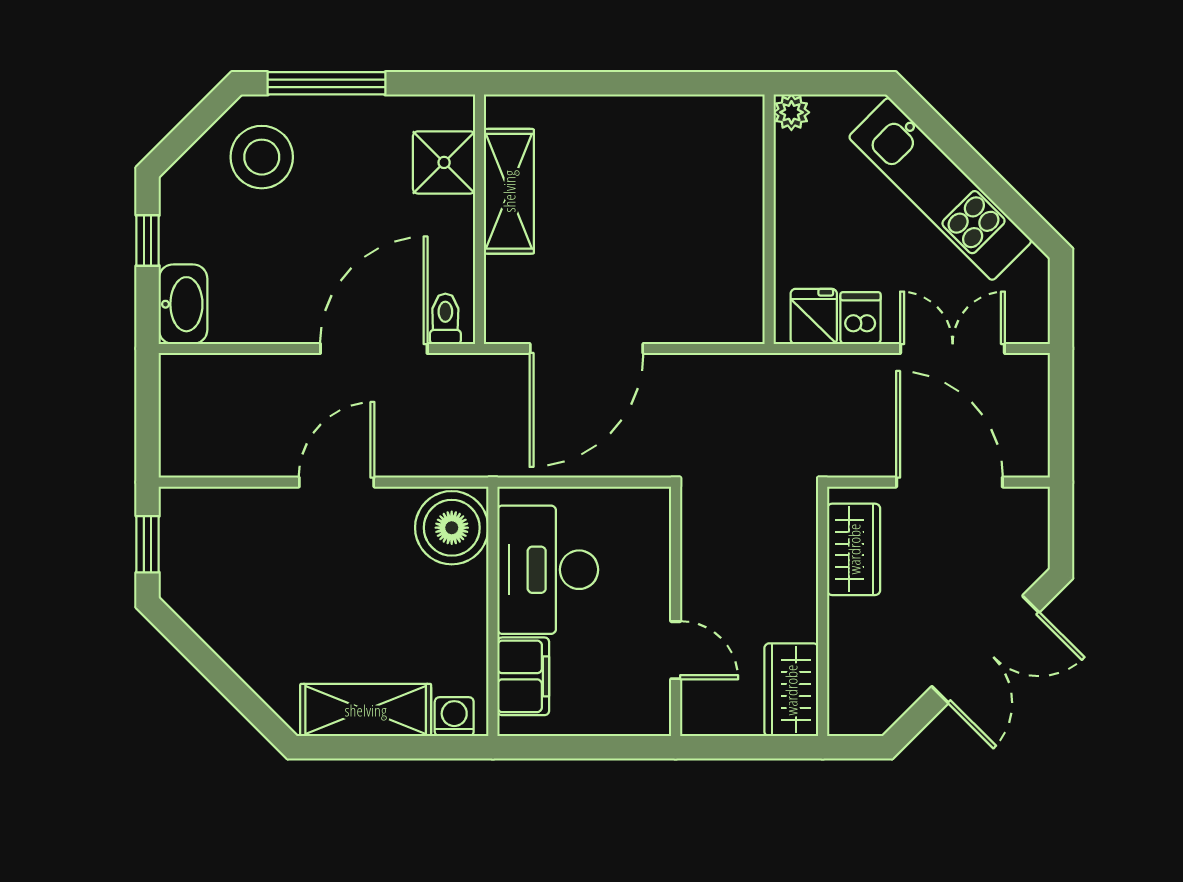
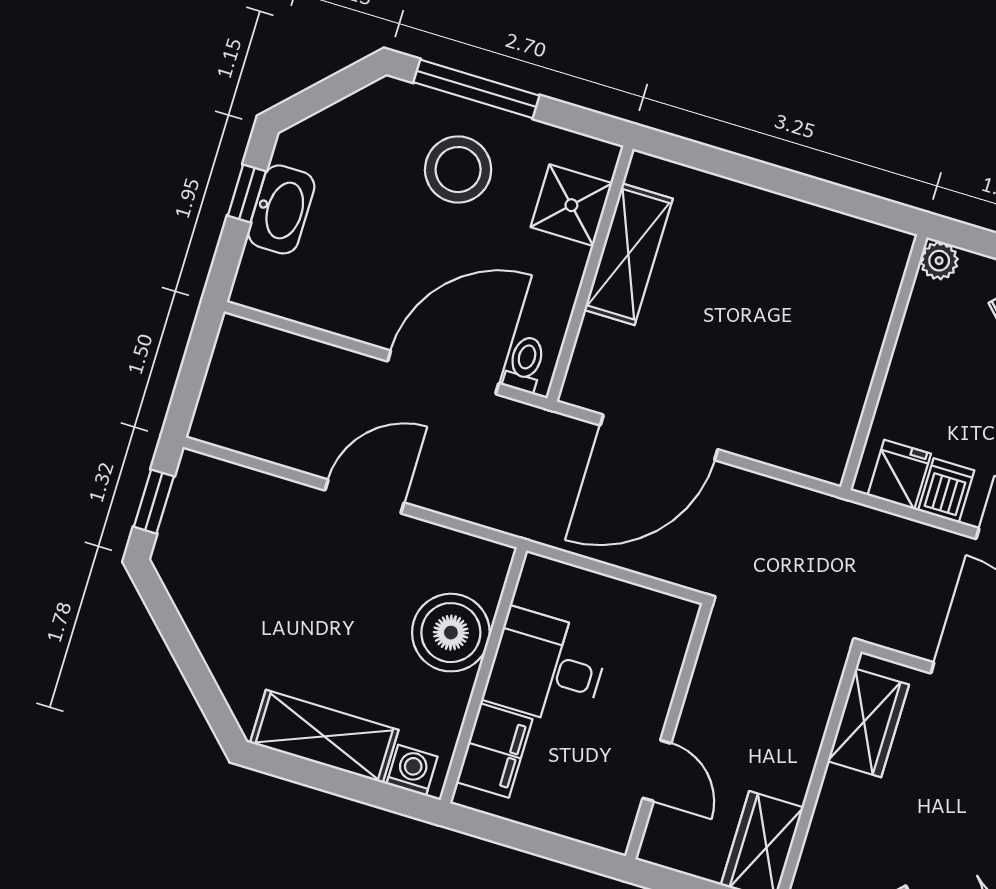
stool: (262, 157) -> (458, 170), moved
washbasin: (183, 304) -> (281, 209), moved
boiler: (452, 528) -> (451, 633), moved
desk: (548, 570) -> (547, 668), width x0.73

